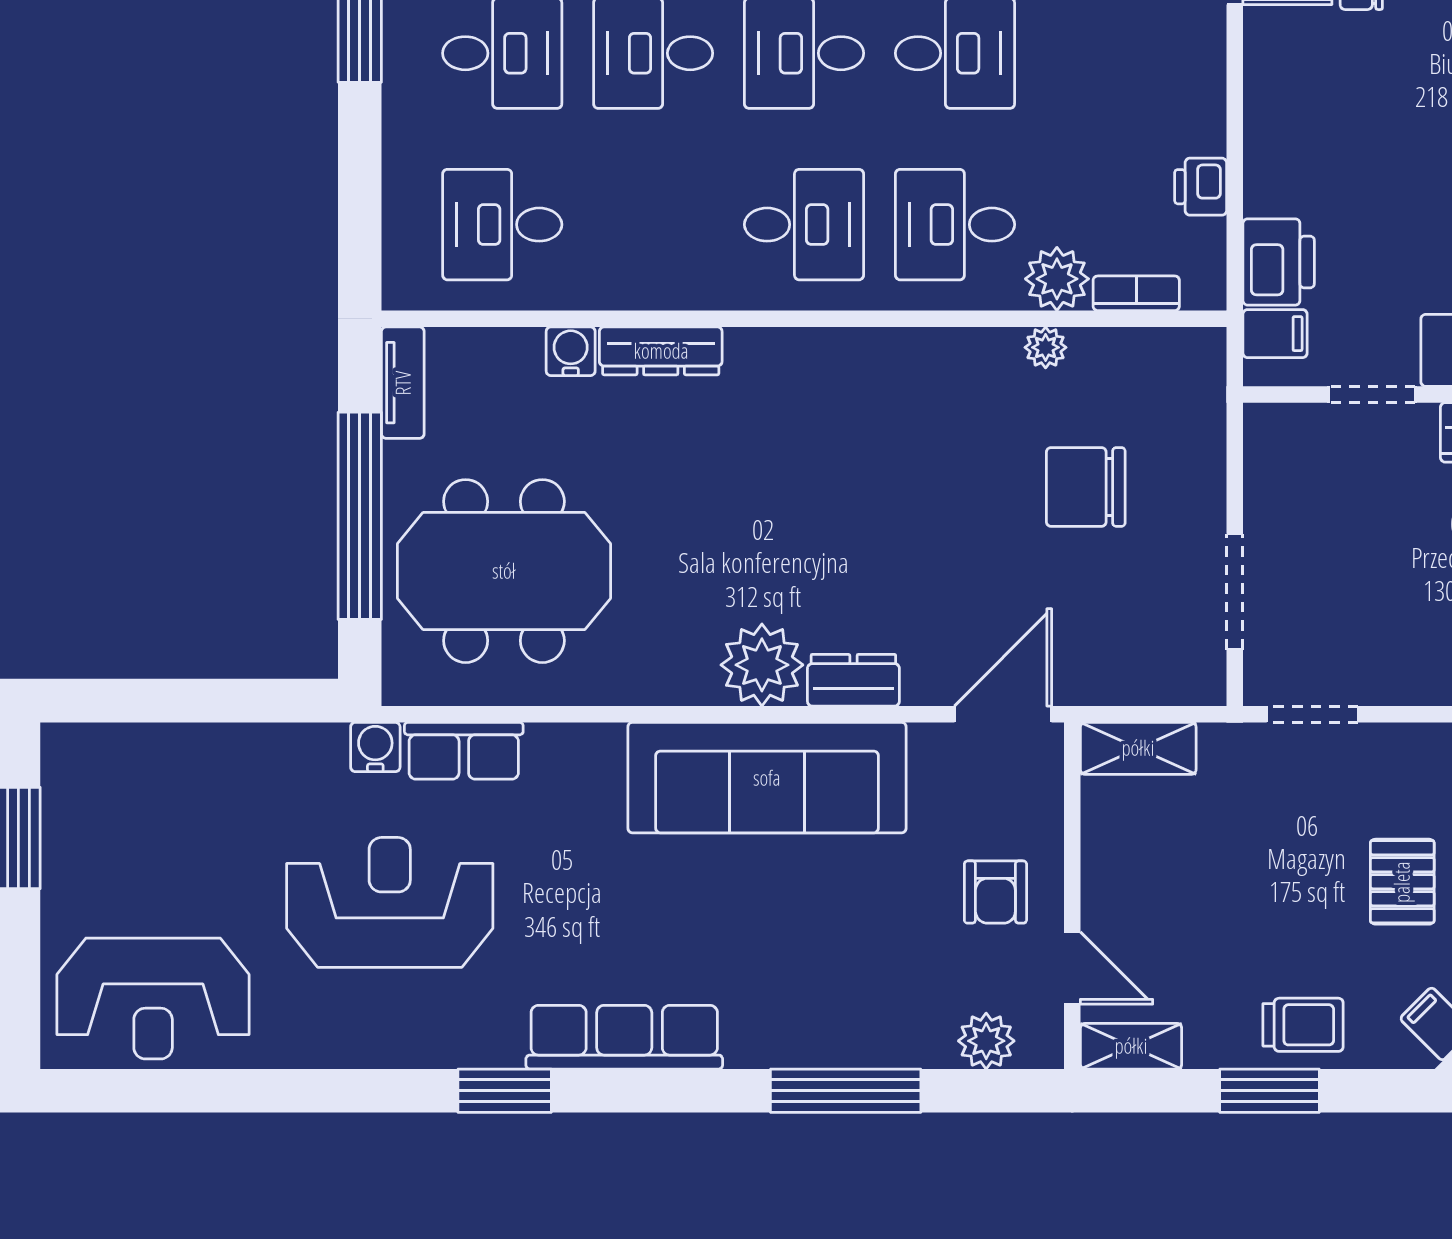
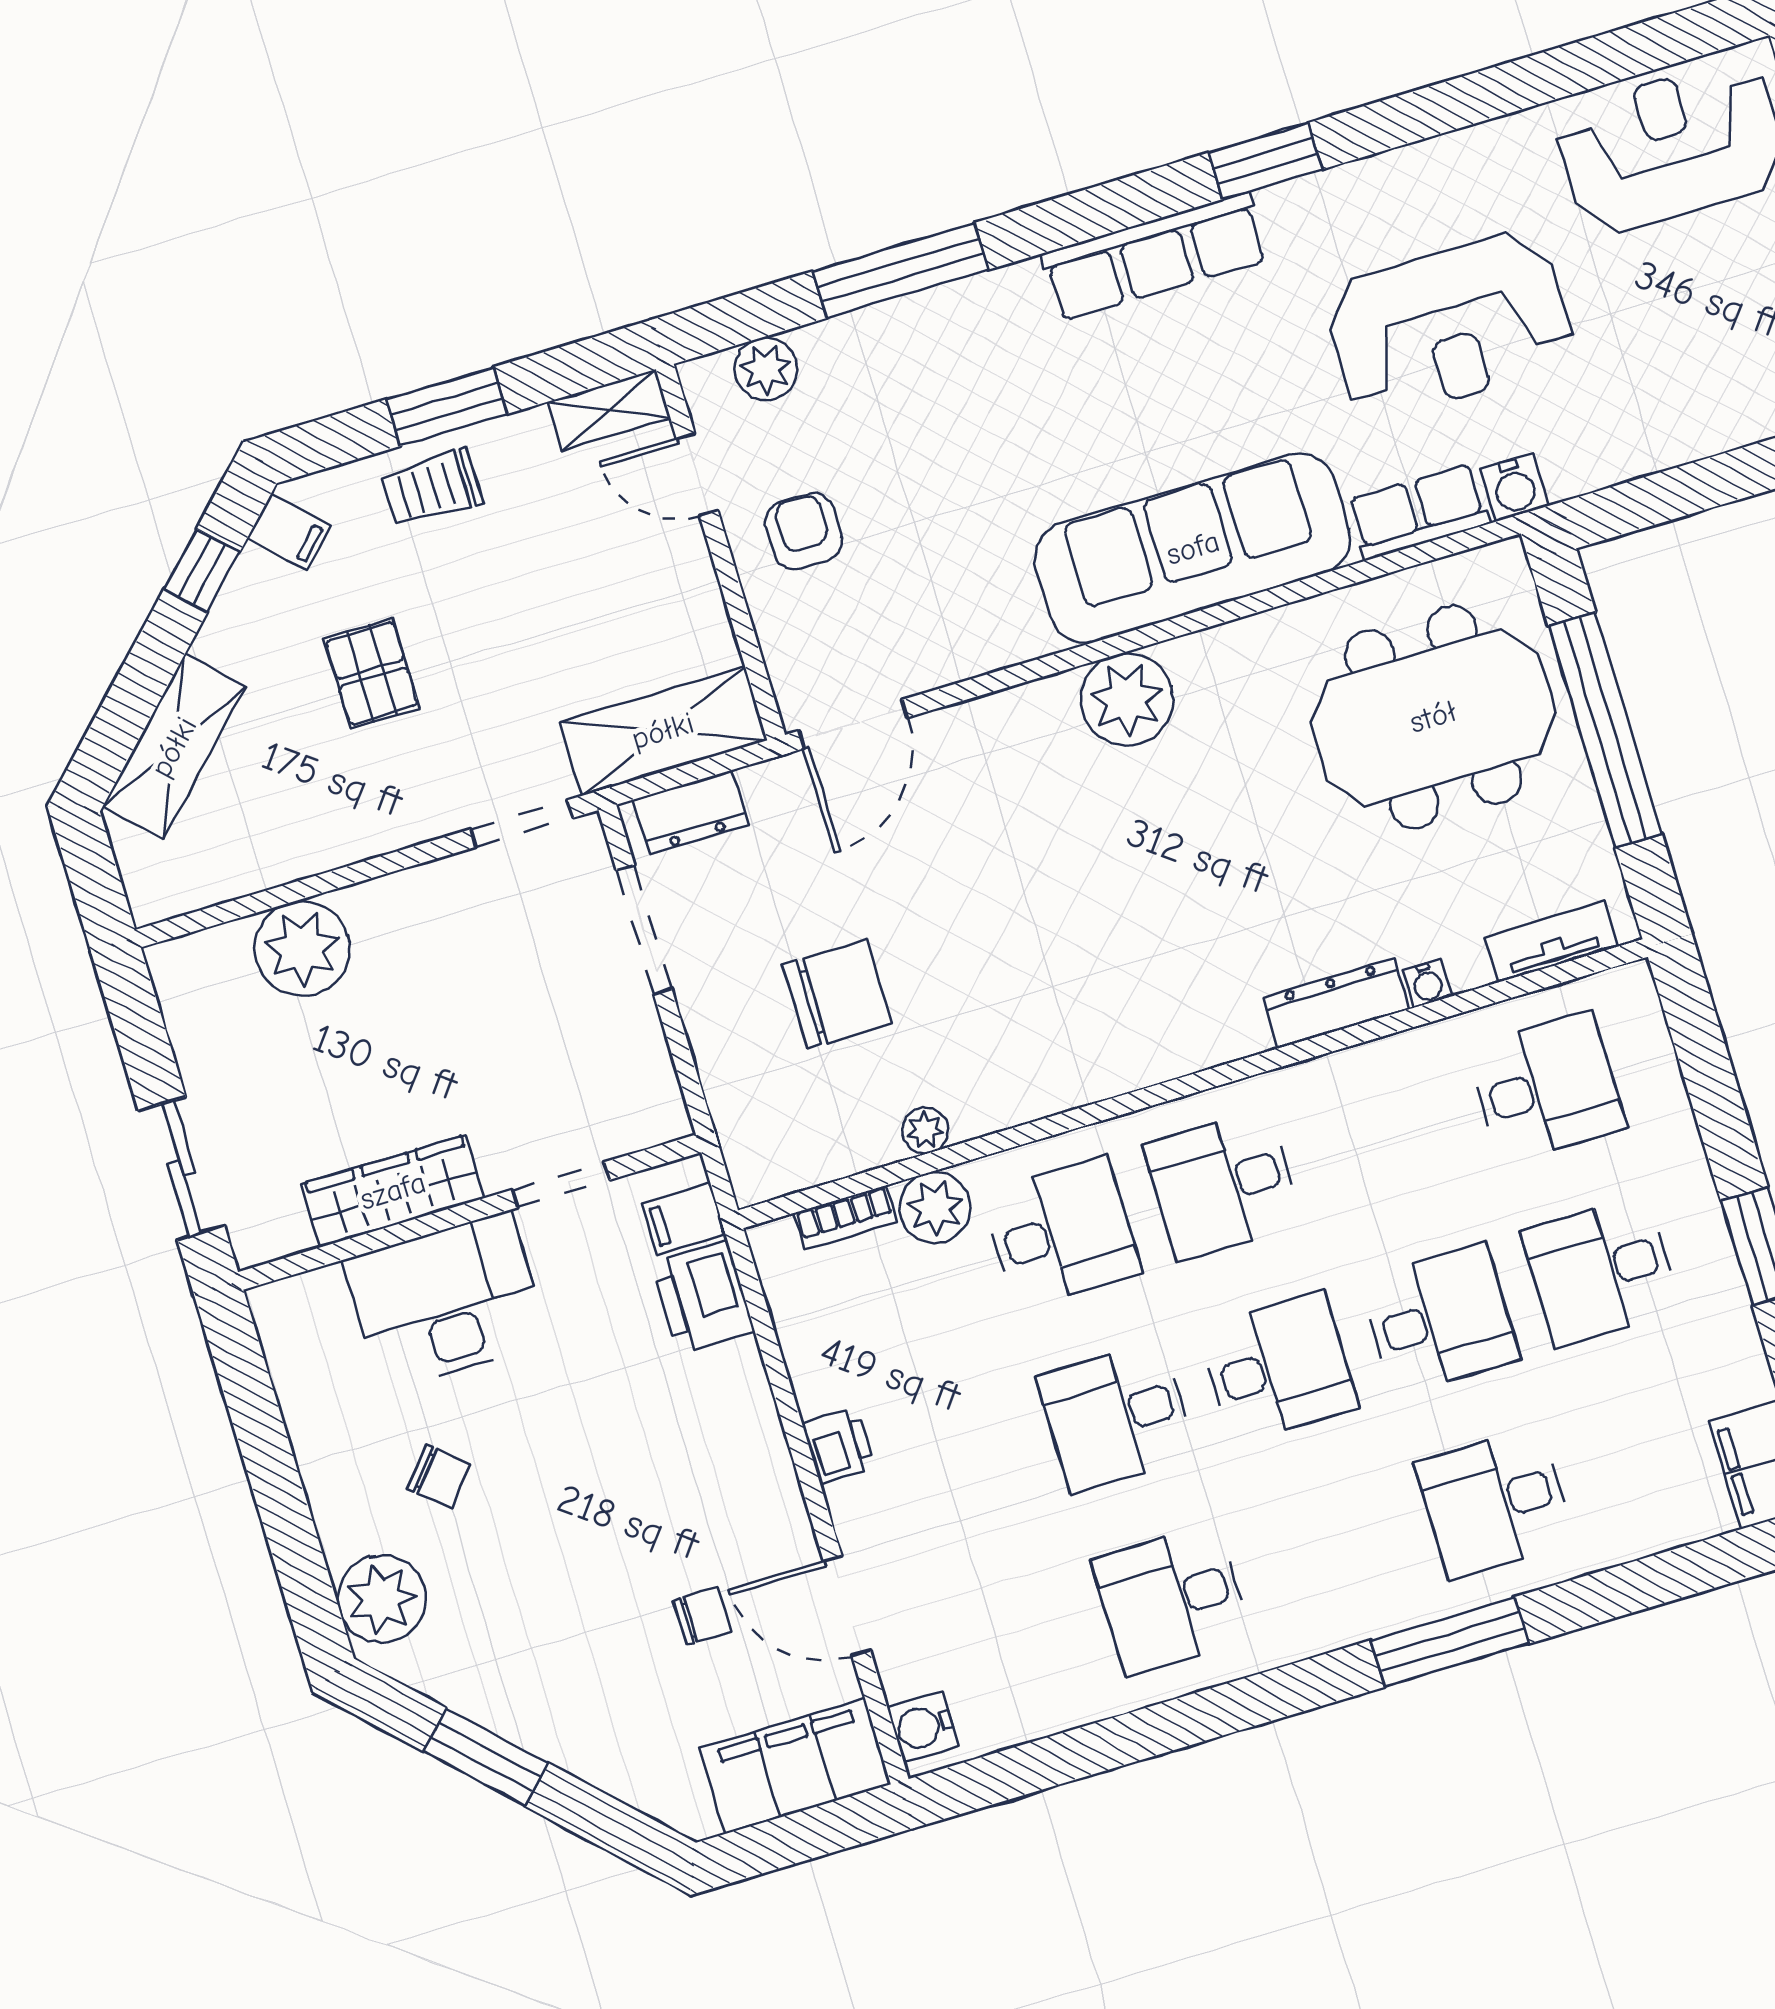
printer: (1201, 187) -> (839, 1445), moved
water cooler: (571, 351) -> (1427, 983), width x0.72, depth x0.72
tv unit: (403, 383) -> (1551, 942), moved, turned 90
dresser: (853, 680) -> (691, 812), moved
shelving: (1138, 748) -> (663, 731), width x1.50, depth x1.33
sofa: (767, 778) -> (1193, 548), moved

